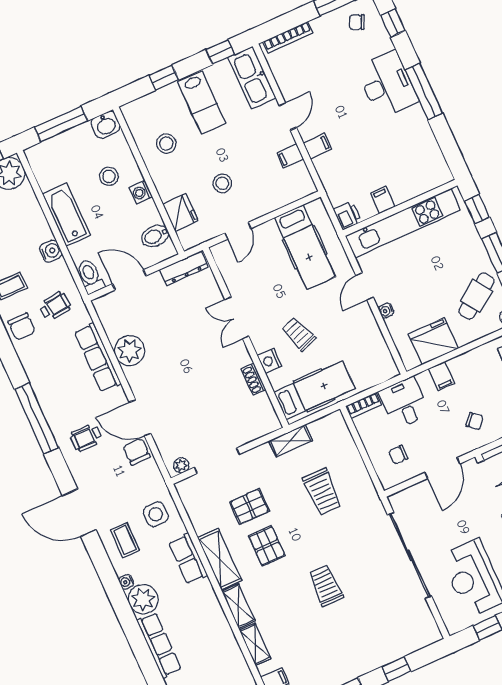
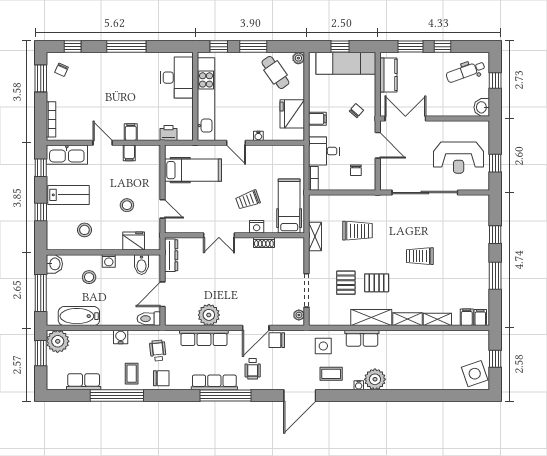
desk: (387, 85) -> (177, 78), moved, turned 90
filing cabinet: (383, 200) -> (185, 105), removed
bathtub: (66, 215) -> (79, 316), moved
printer: (347, 216) -> (169, 133), moved
row of seats: (159, 645) -> (214, 382), moved

